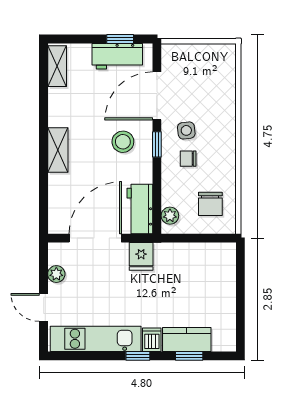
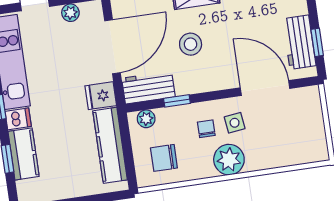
plant: (221, 141) -> (229, 160), added
stool: (123, 142) -> (191, 44), moved
window: (157, 144) -> (177, 101), moved
door: (95, 238) -> (112, 47), hinge flipped
kitchen counter: (191, 254) -> (110, 145), added

